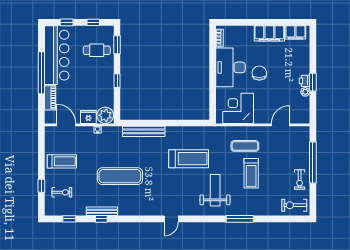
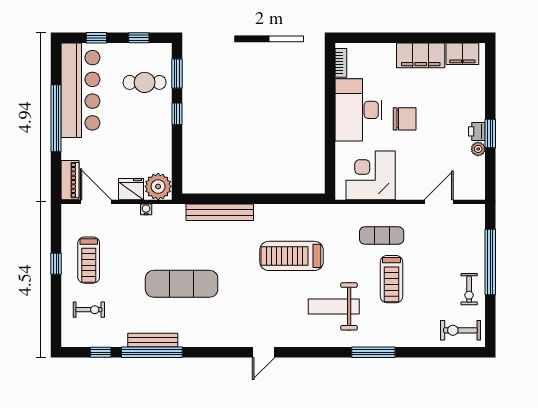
chair: (259, 73) -> (405, 119), turned 90
window: (117, 81) -> (177, 114), moved
piano: (50, 98) -> (70, 180), moved
treadmill: (189, 159) -> (292, 256), turned 180
treadmill: (62, 161) -> (89, 260), turned 90
window: (41, 186) -> (56, 264), moved
weight bench: (215, 190) -> (334, 306), turned -90
window: (101, 219) -> (152, 352), width x3.17

